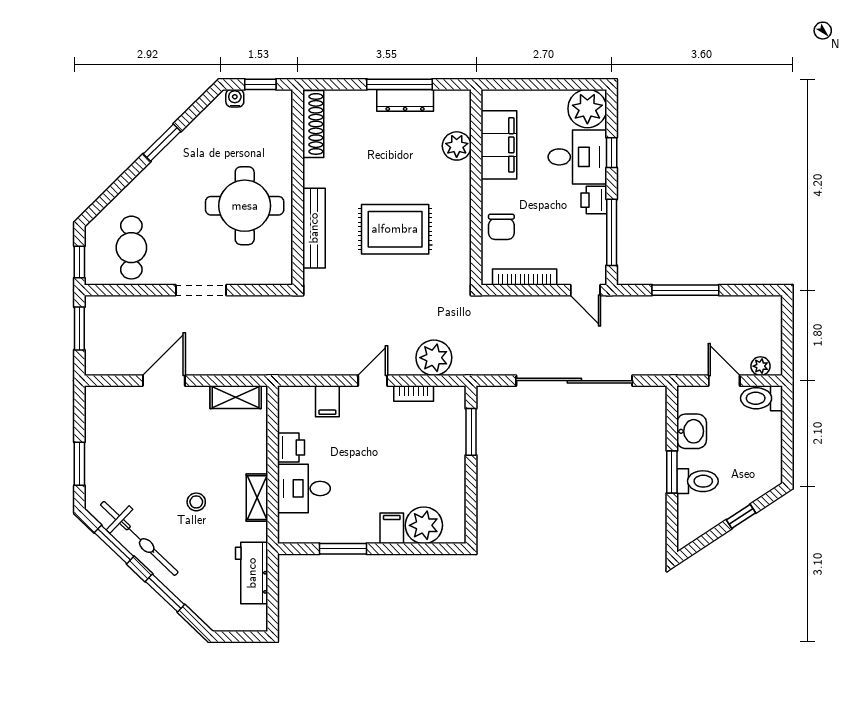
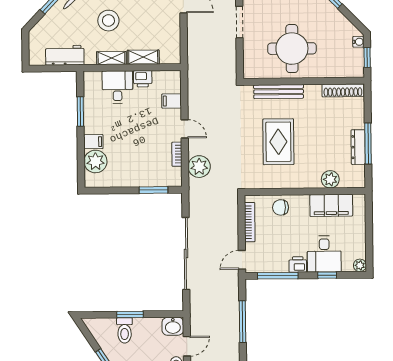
plant: (587, 109) -> (360, 265), width x0.53, depth x0.53
shelving: (236, 397) -> (143, 57), moved, turned 90
washbasin: (692, 431) -> (173, 326), moved
stool: (196, 502) -> (108, 21), width x1.89, depth x1.89

